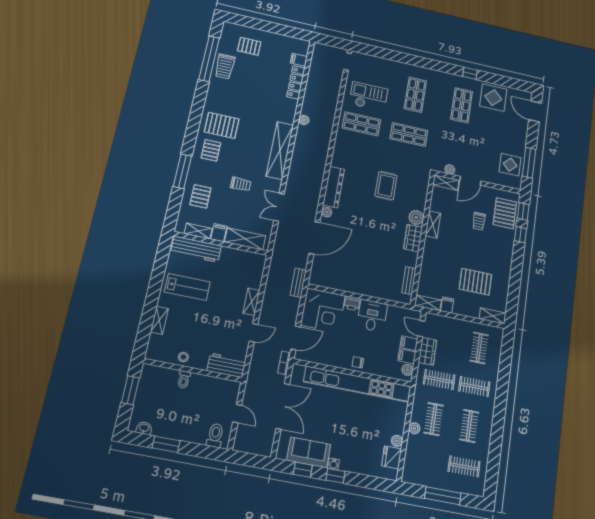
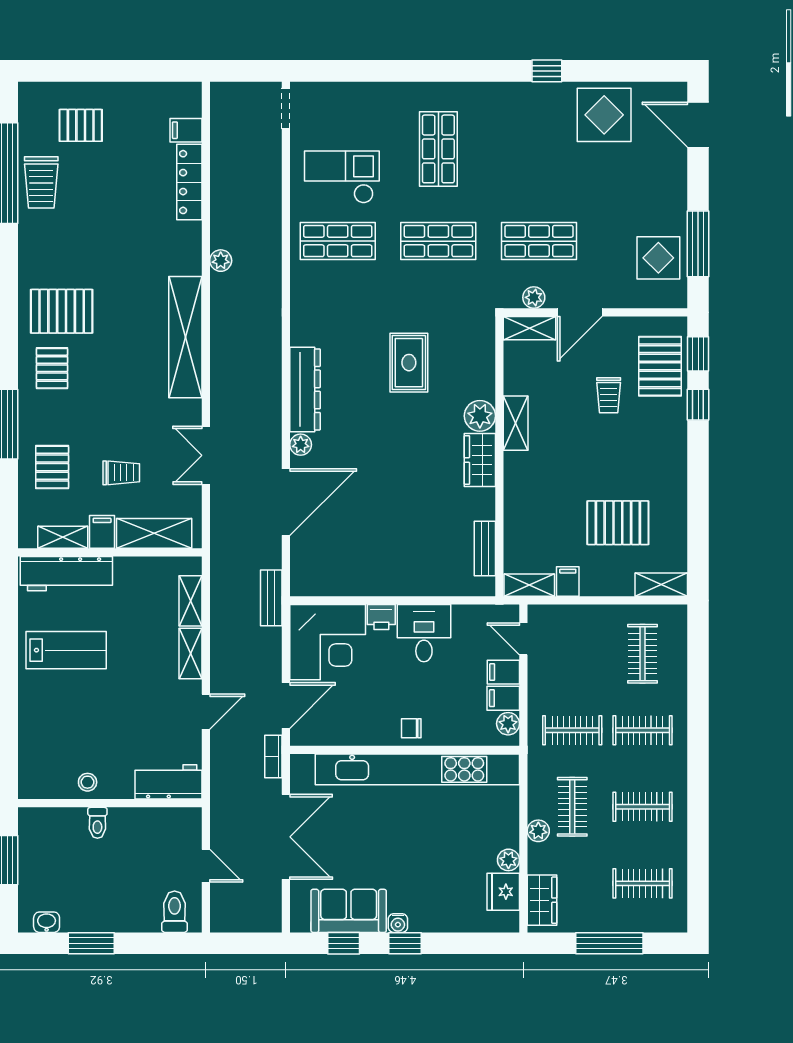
shop shelf: (462, 105) -> (539, 241), moved, turned 90
trolley: (241, 184) -> (121, 473), moved
shelving: (159, 320) -> (190, 601), moved
wardrobe: (428, 351) -> (542, 900), moved
clothes rail: (469, 426) -> (643, 807), turned 90

